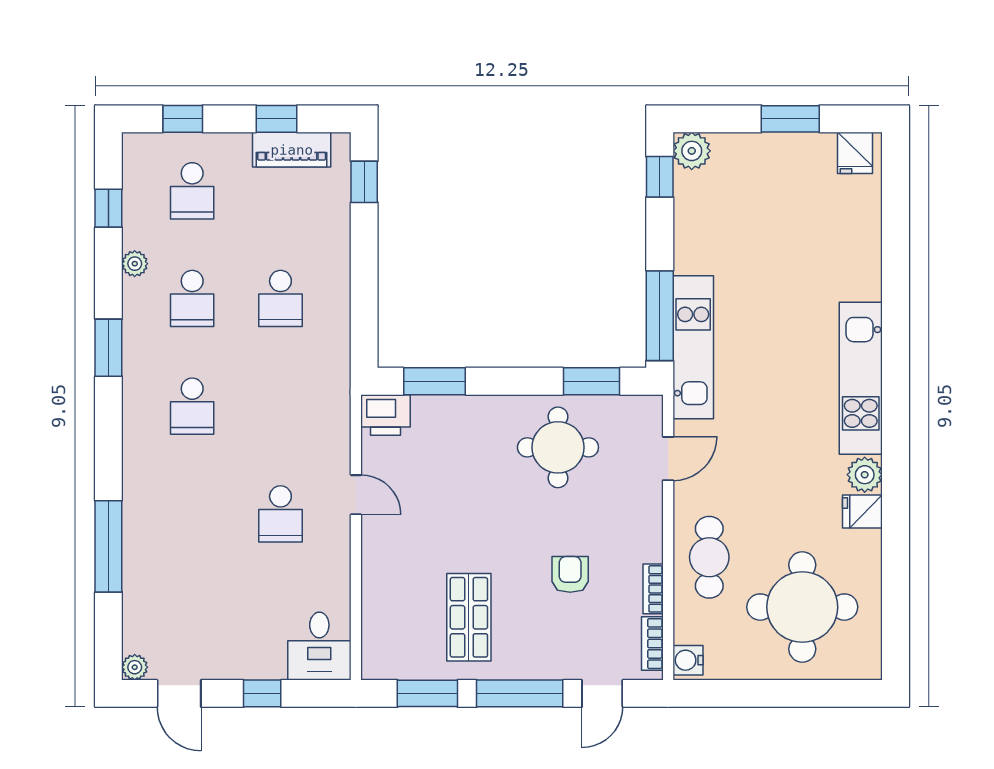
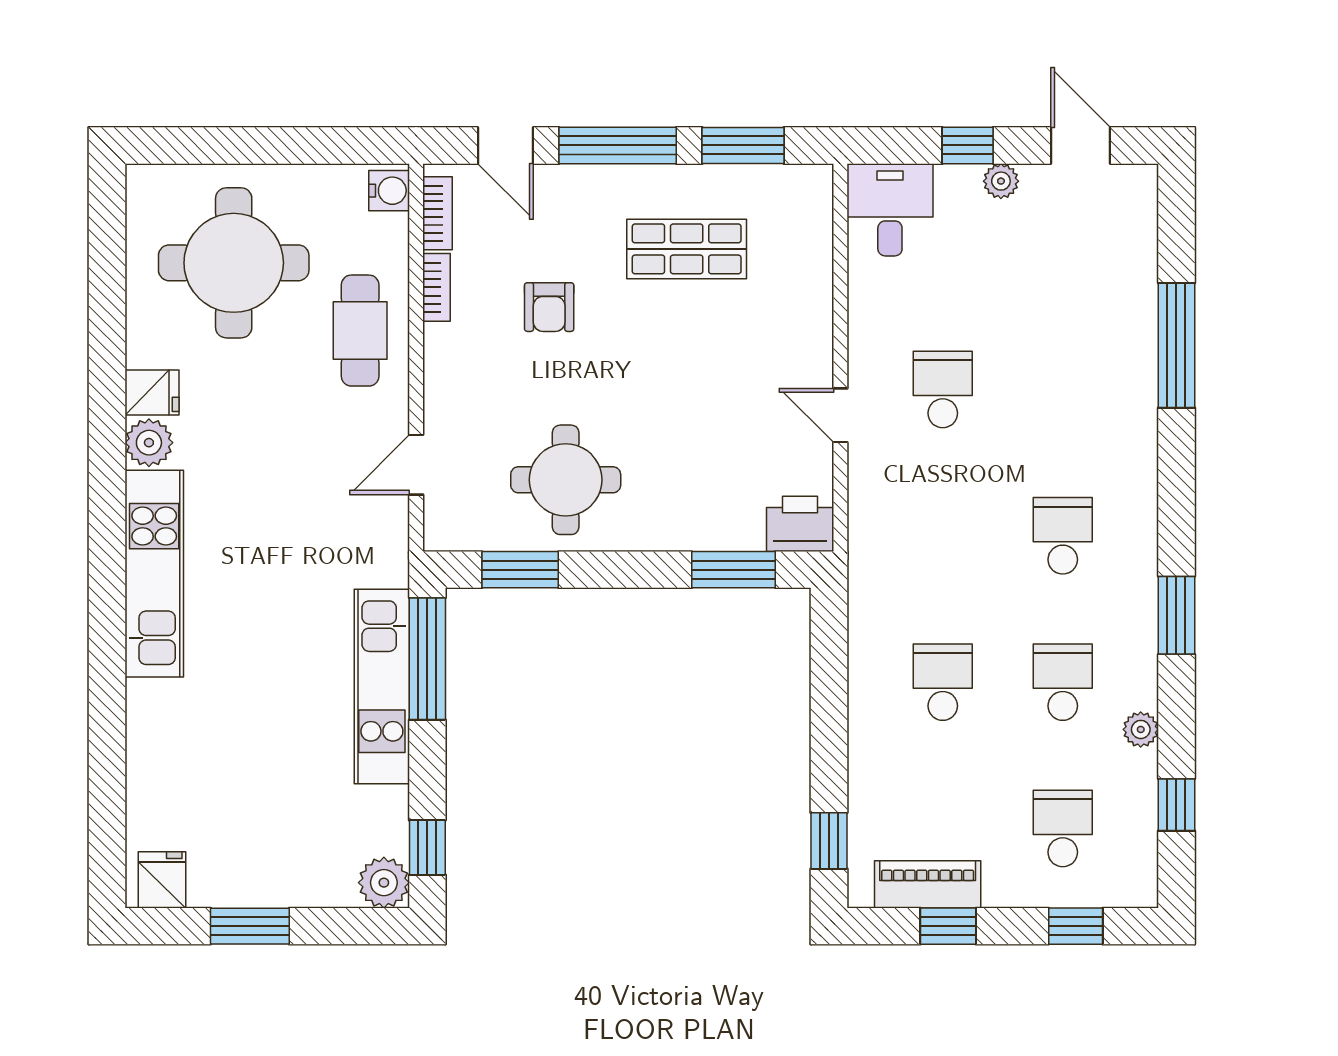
kitchen unit: (693, 347) -> (382, 687), moved
shop shelf: (469, 617) -> (687, 249), turned 90
plant: (135, 667) -> (1001, 181), moved
door: (602, 693) -> (506, 145), swing flipped

